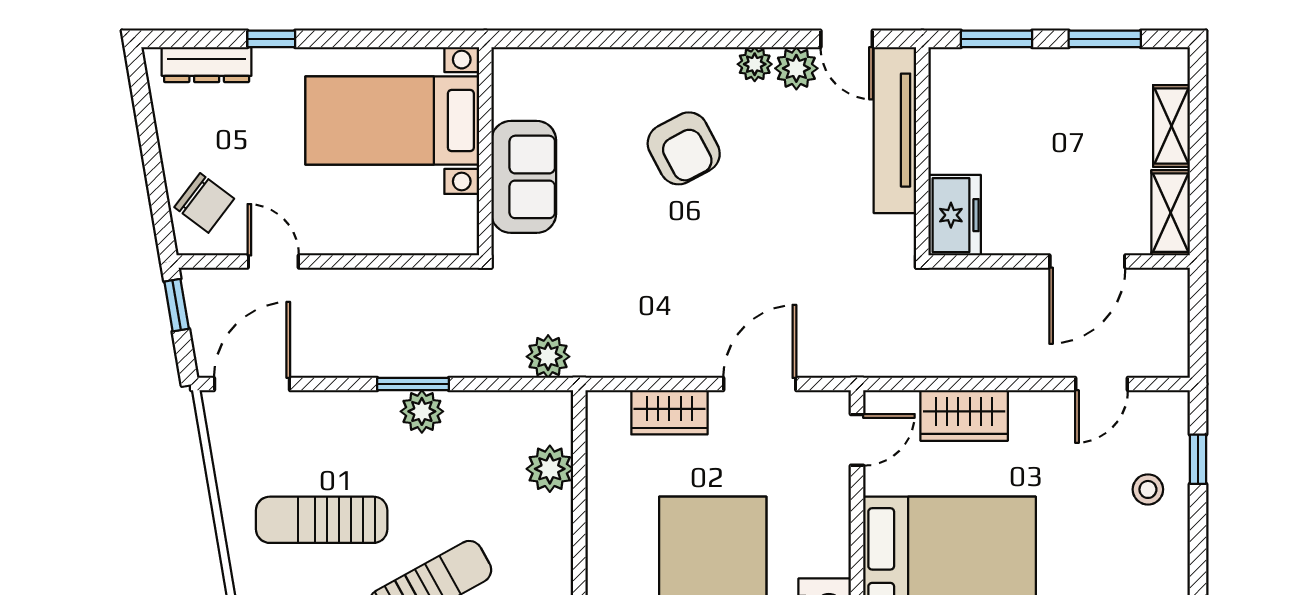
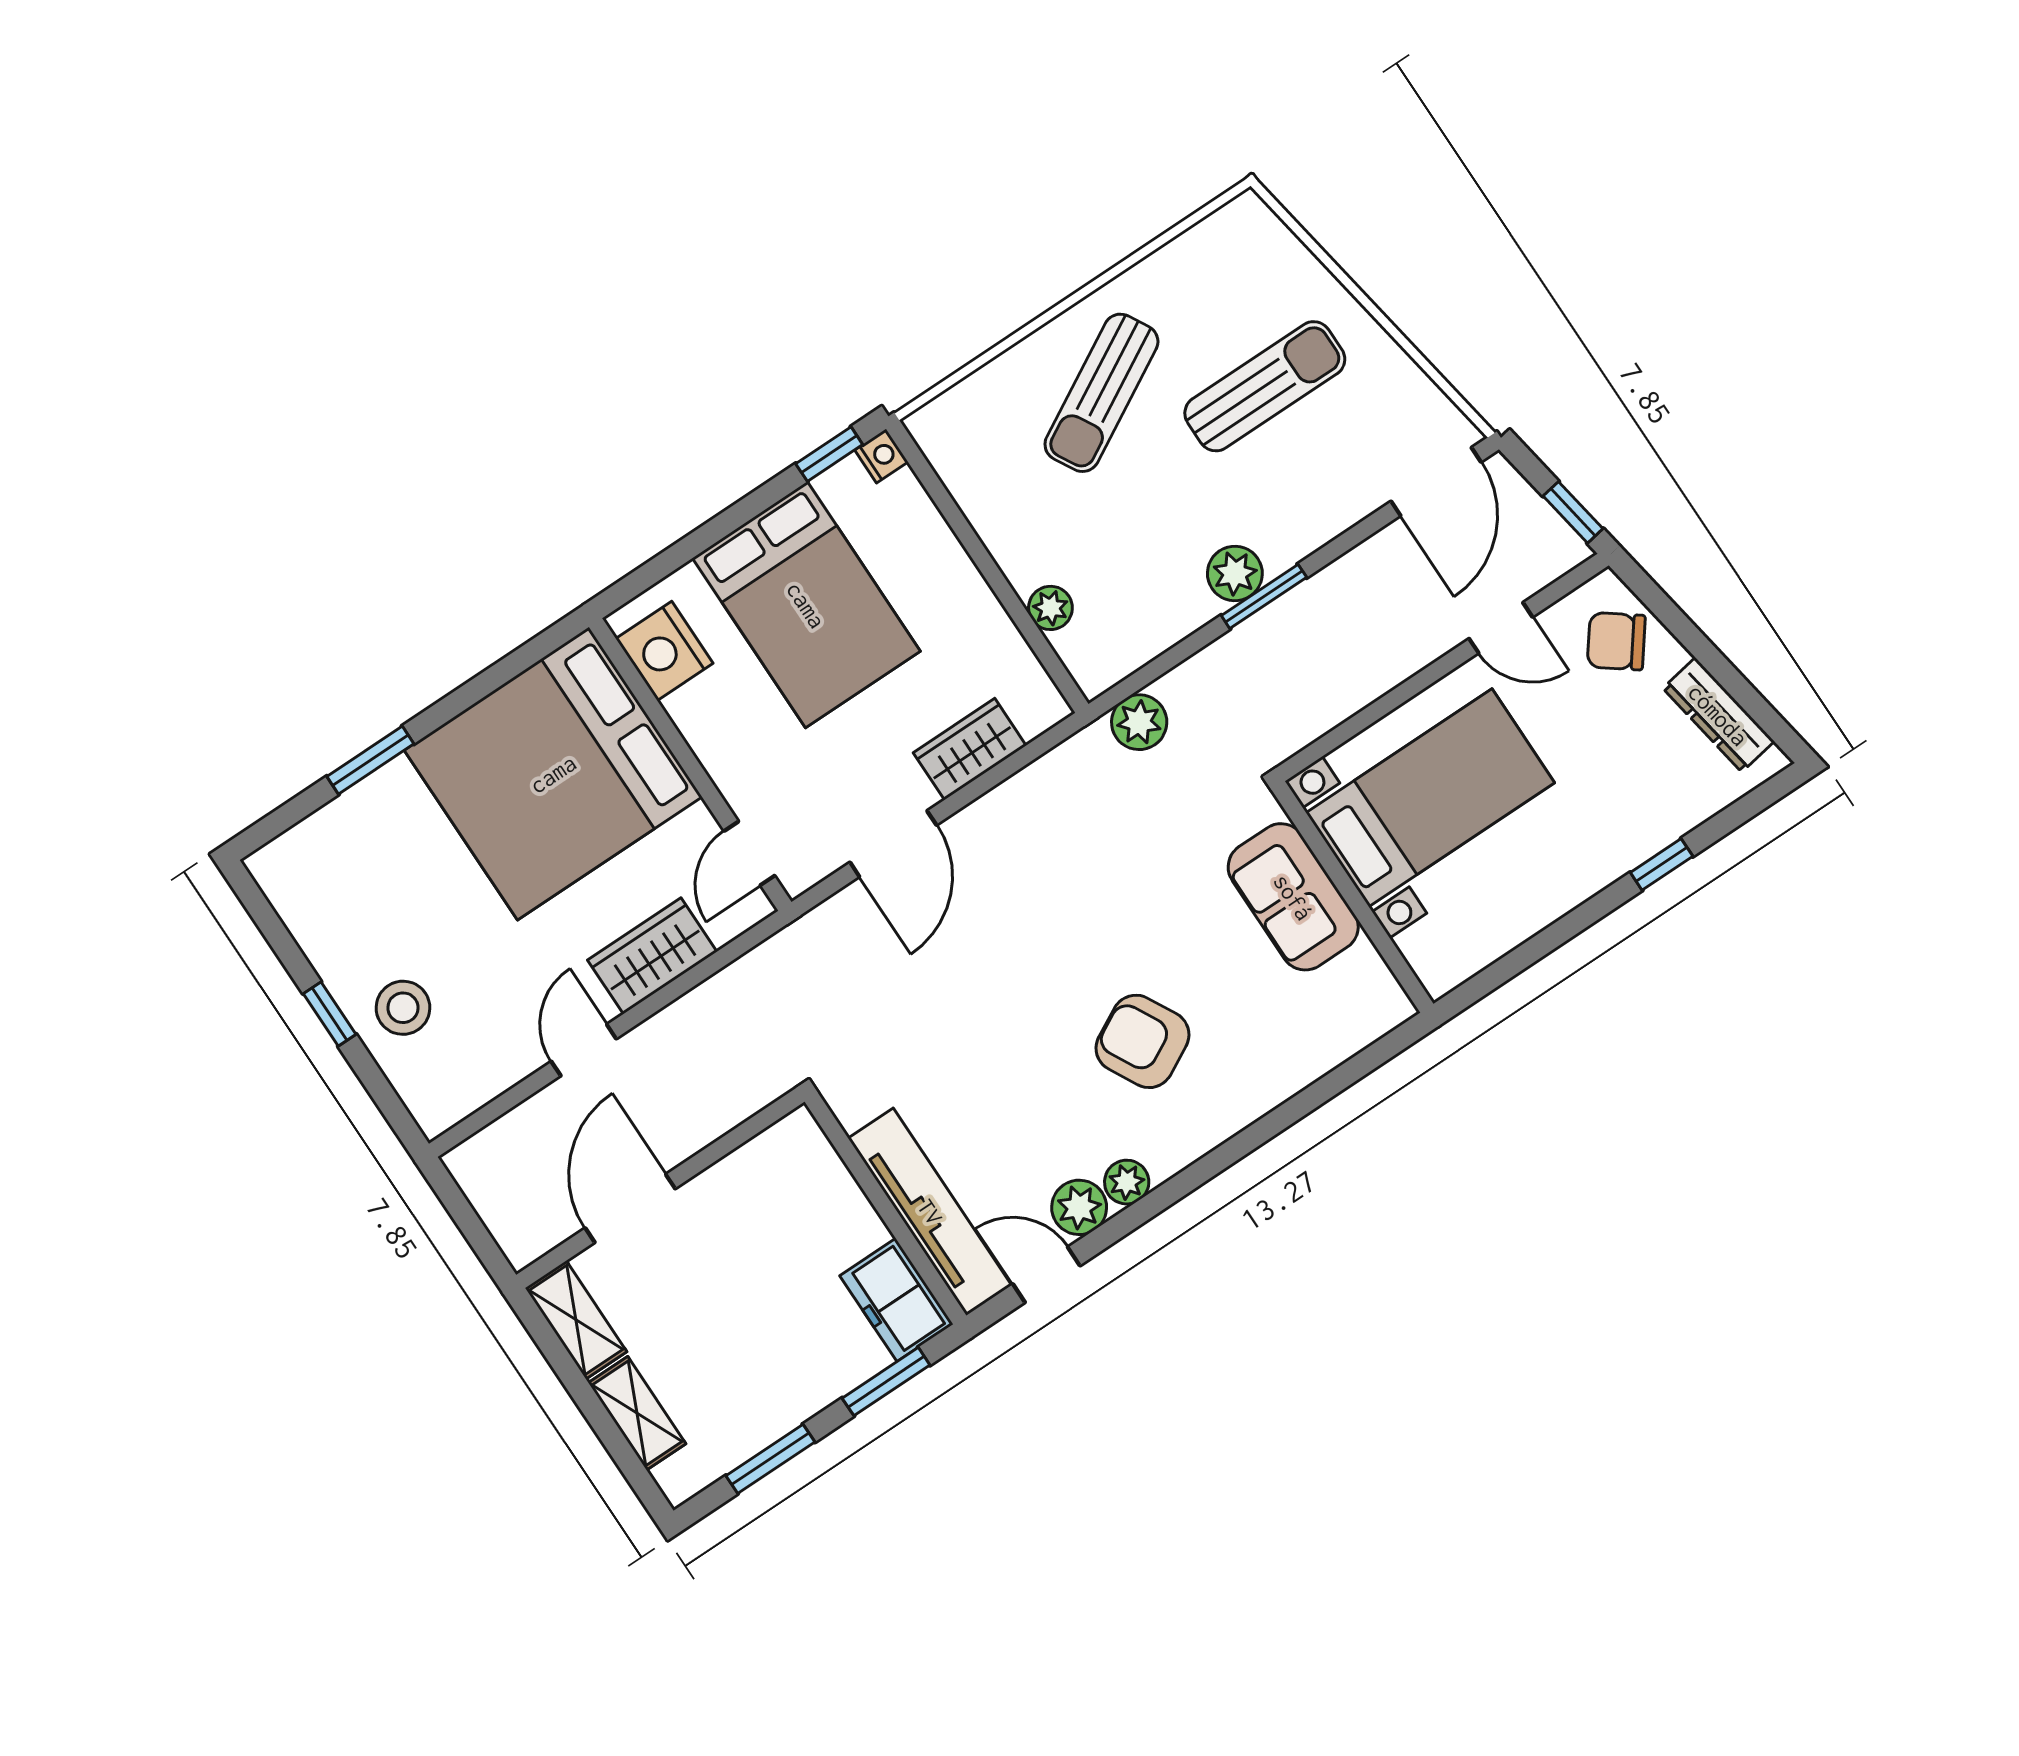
dresser: (207, 65) -> (1718, 715), moved, turned -100
bed with nightstands: (392, 121) -> (1430, 798), moved
freezer: (955, 215) -> (896, 1300), moved
door: (1102, 384) -> (584, 1050), moved
window: (1198, 459) -> (330, 1014), moved
plant: (550, 469) -> (1050, 608), width x0.73, depth x0.73
stool: (1148, 489) -> (403, 1008), width x1.37, depth x1.37

